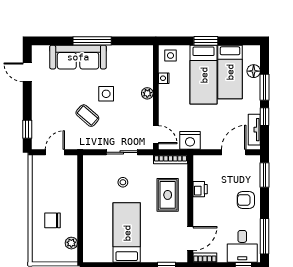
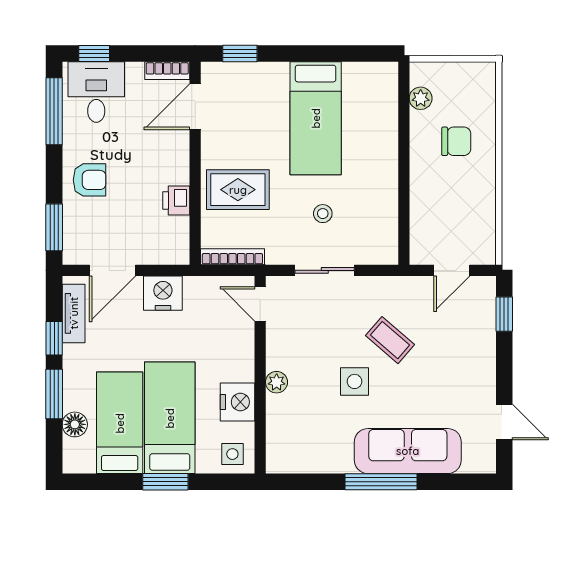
nightstand: (164, 78) -> (238, 402), width x1.89, depth x1.79
nightstand: (190, 140) -> (163, 293), moved
rug: (168, 195) -> (238, 190), turned 90

